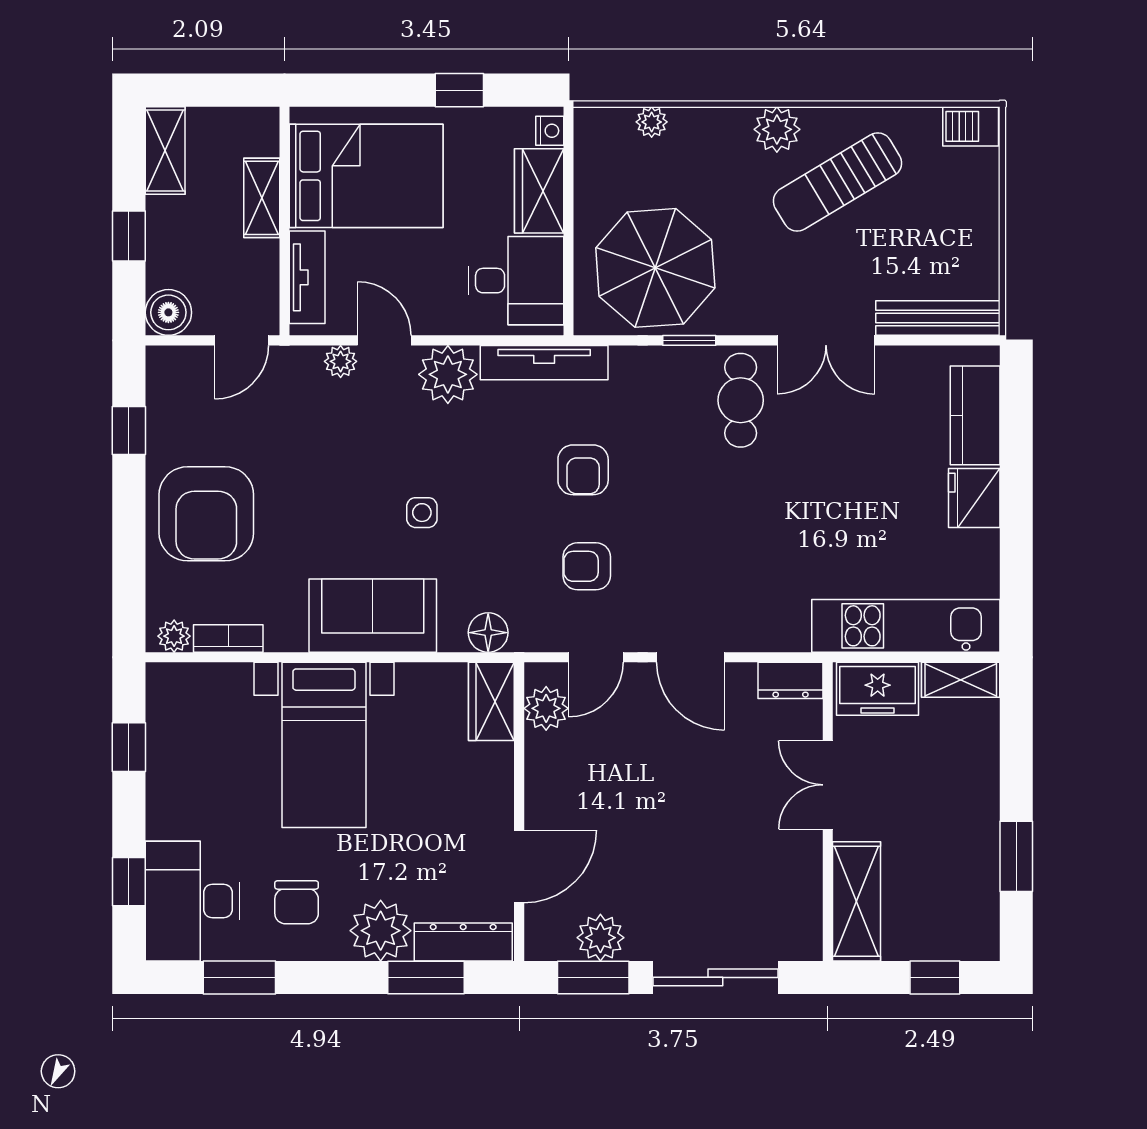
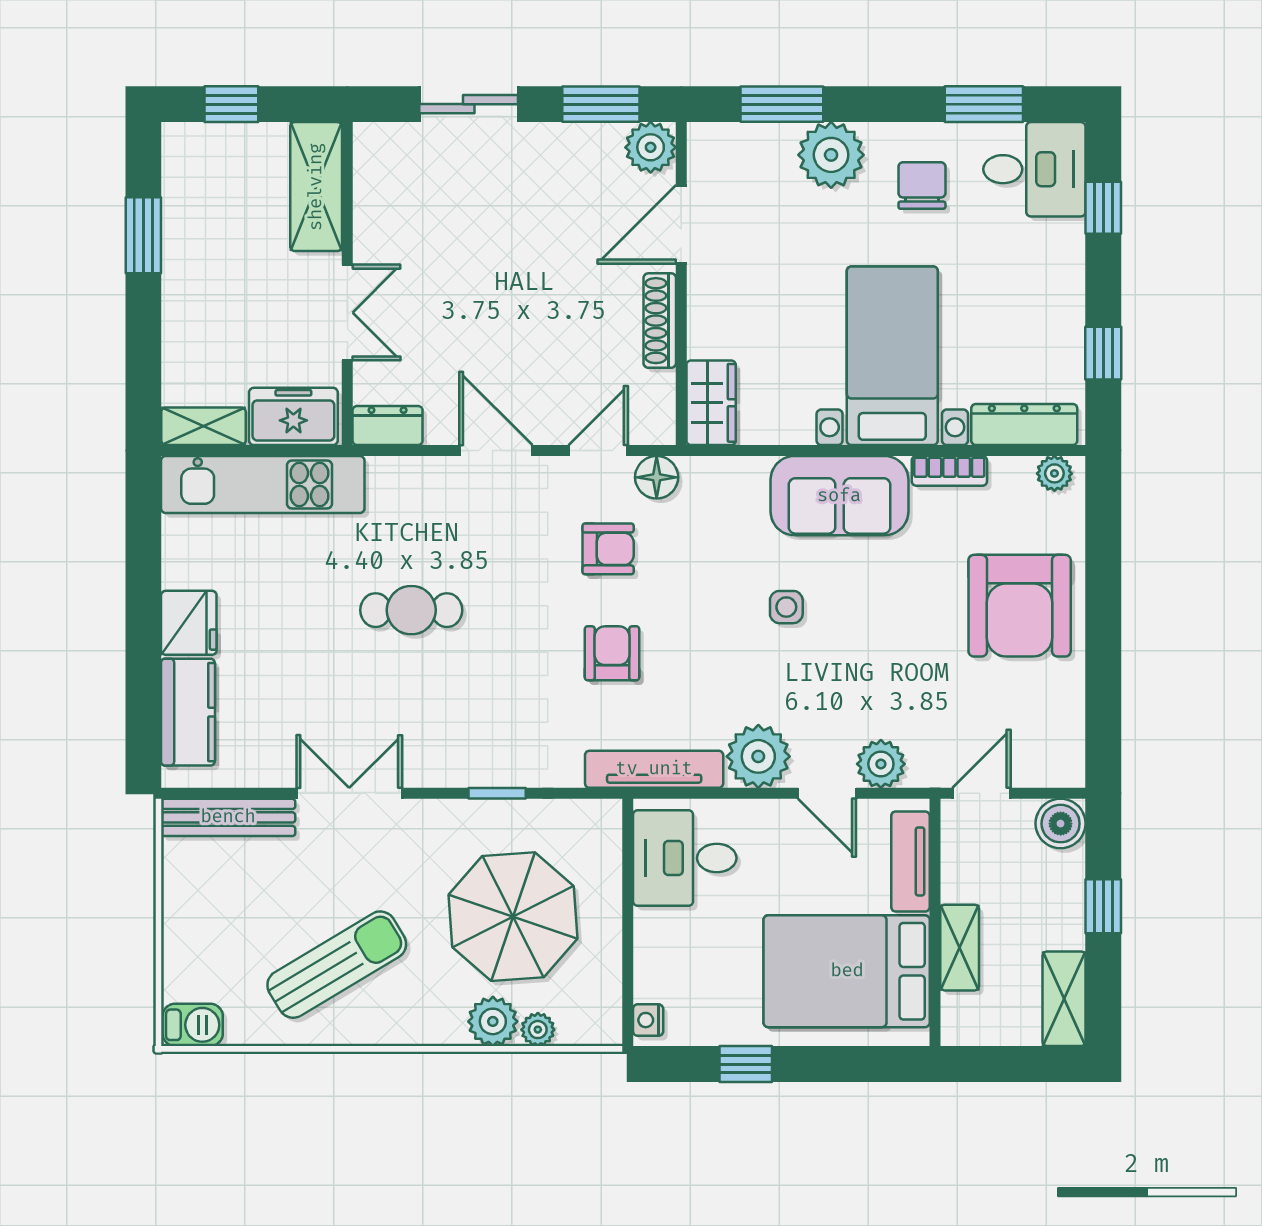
plant: (777, 129) -> (493, 1021), moved
wardrobe: (539, 191) -> (660, 955), removed
parasol: (655, 268) -> (513, 917), moved
plant: (341, 361) -> (881, 764), width x1.38, depth x1.38
cafe table: (741, 400) -> (411, 610), moved, turned 90
window: (129, 431) -> (1103, 696), removed
armchair: (206, 514) -> (1020, 606), turned 180
floor lamp: (488, 633) -> (657, 477), moved
bookcase: (228, 638) -> (949, 471), moved
plant: (546, 708) -> (652, 395), removed
shoe rack: (539, 777) -> (660, 321), added
desk: (193, 901) -> (1034, 169), width x0.73
plant: (600, 938) -> (651, 147), moved
dresser: (463, 942) -> (1024, 424), moved, turned 180
sliding door: (715, 977) -> (469, 104), width x0.73

